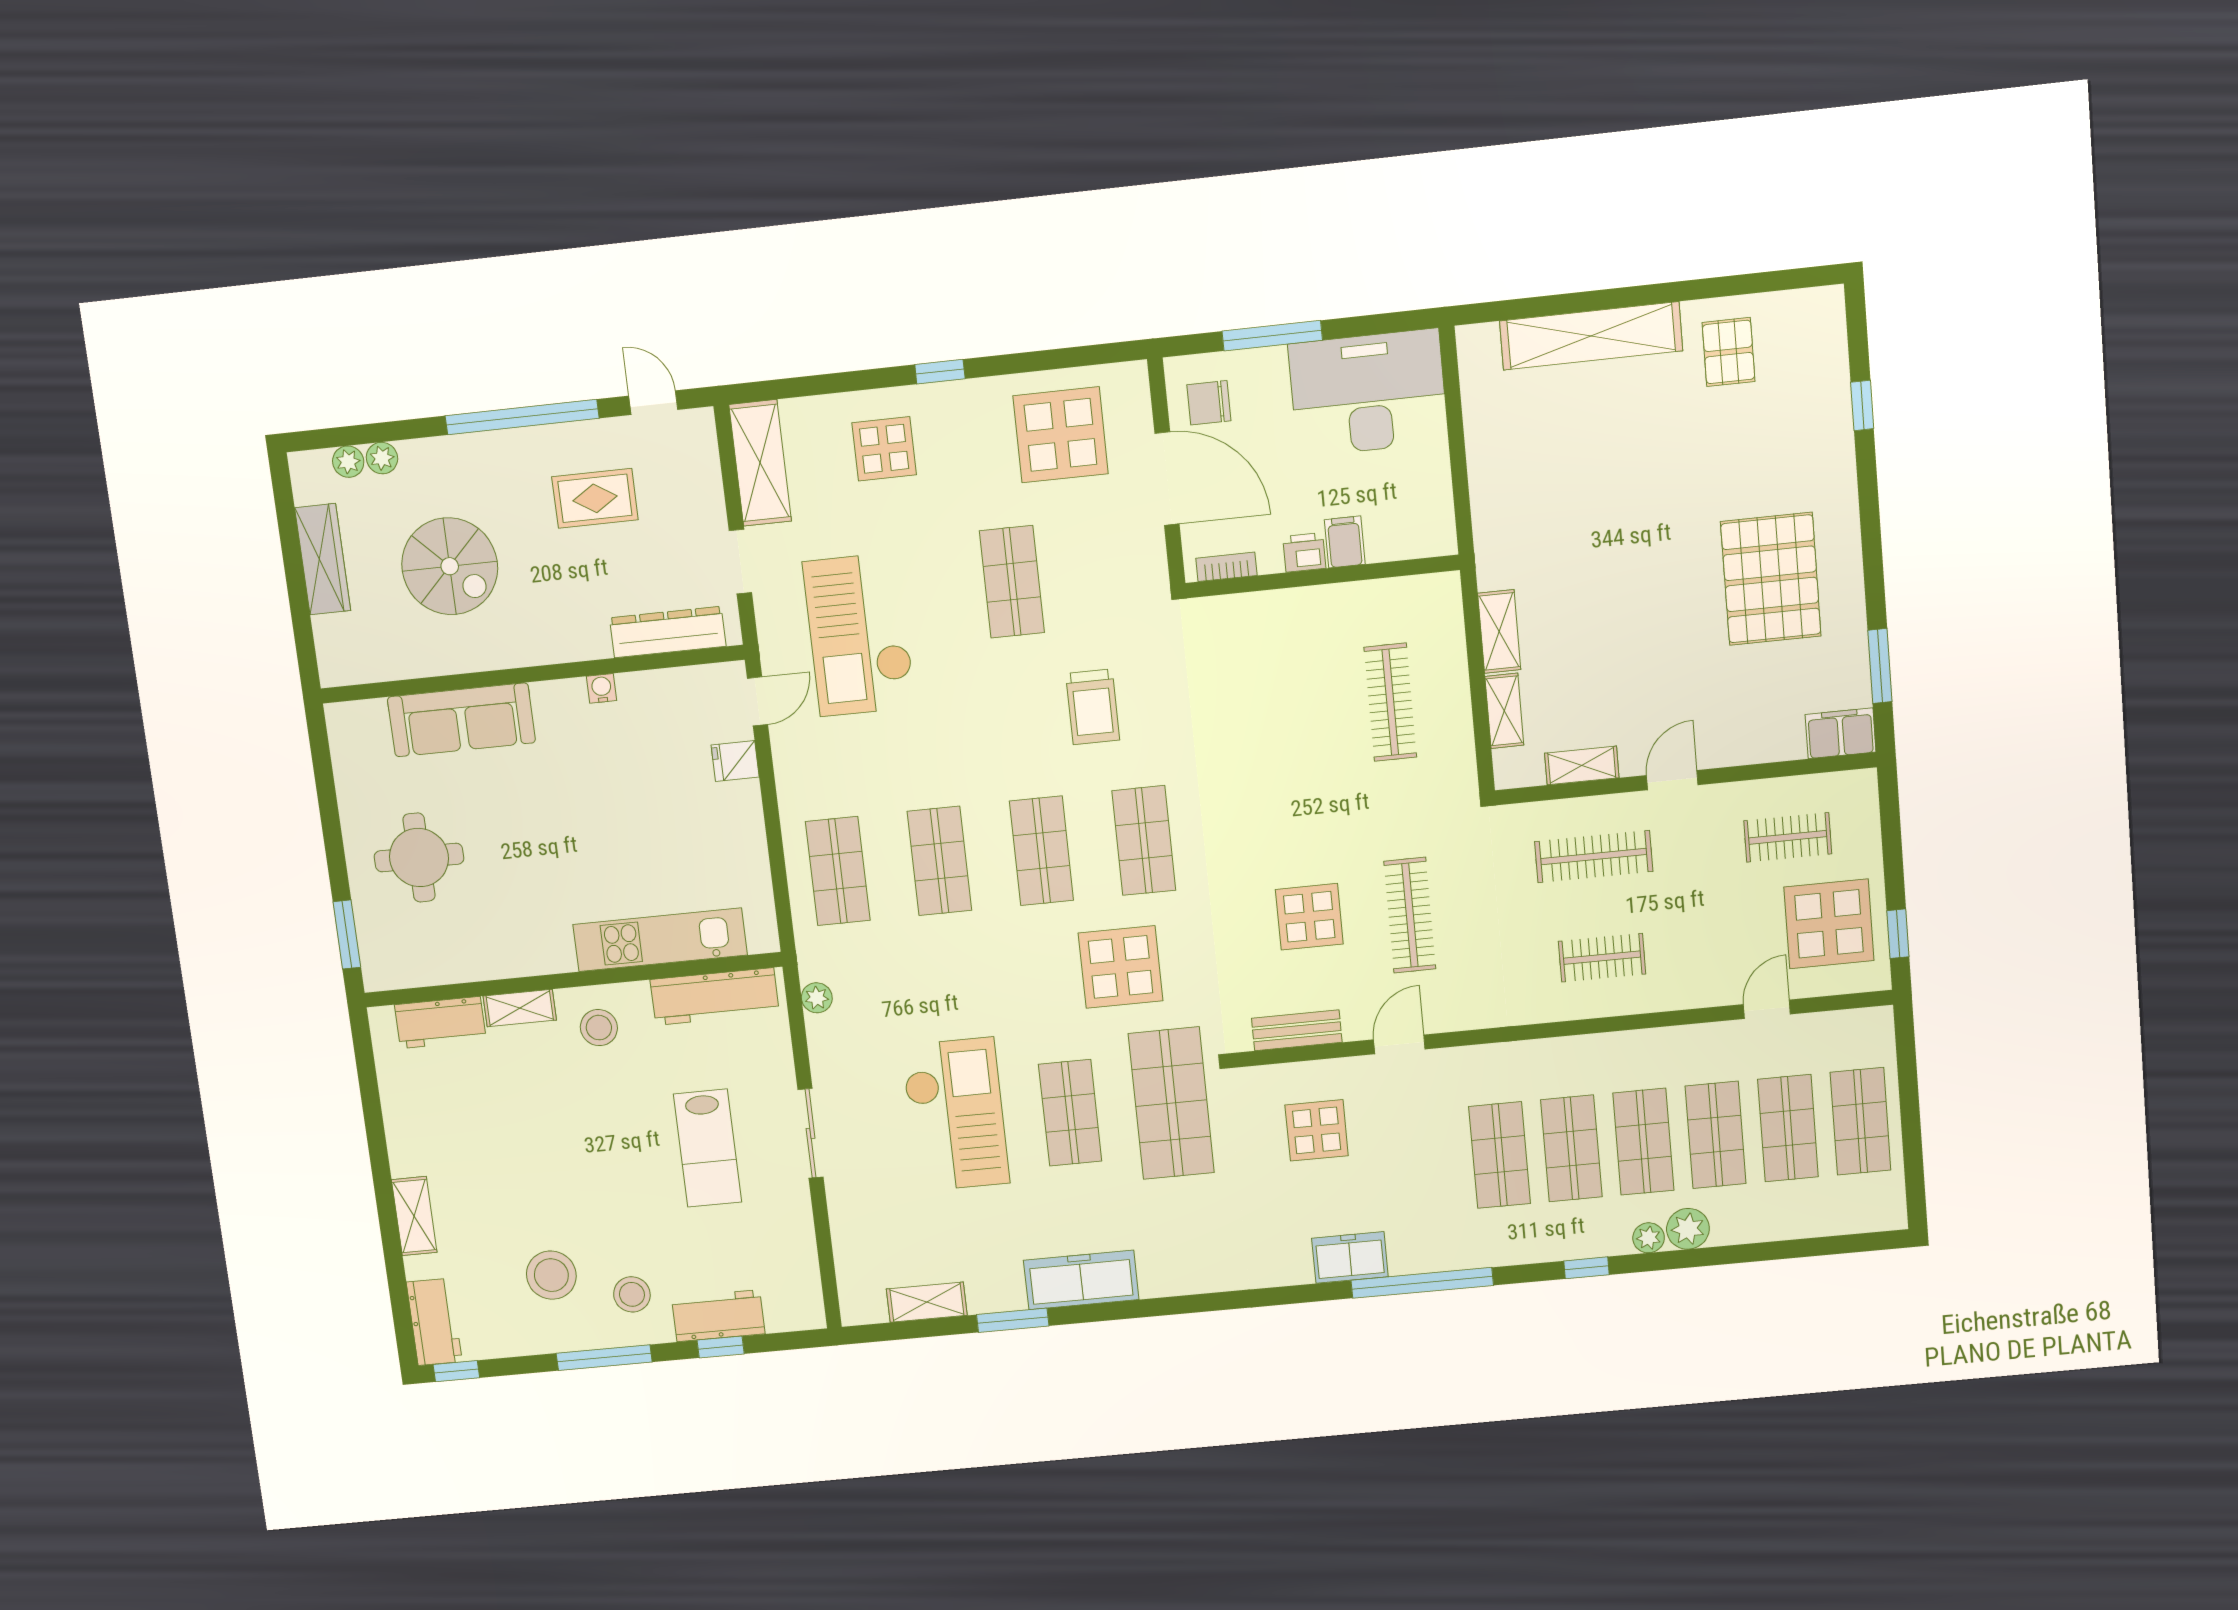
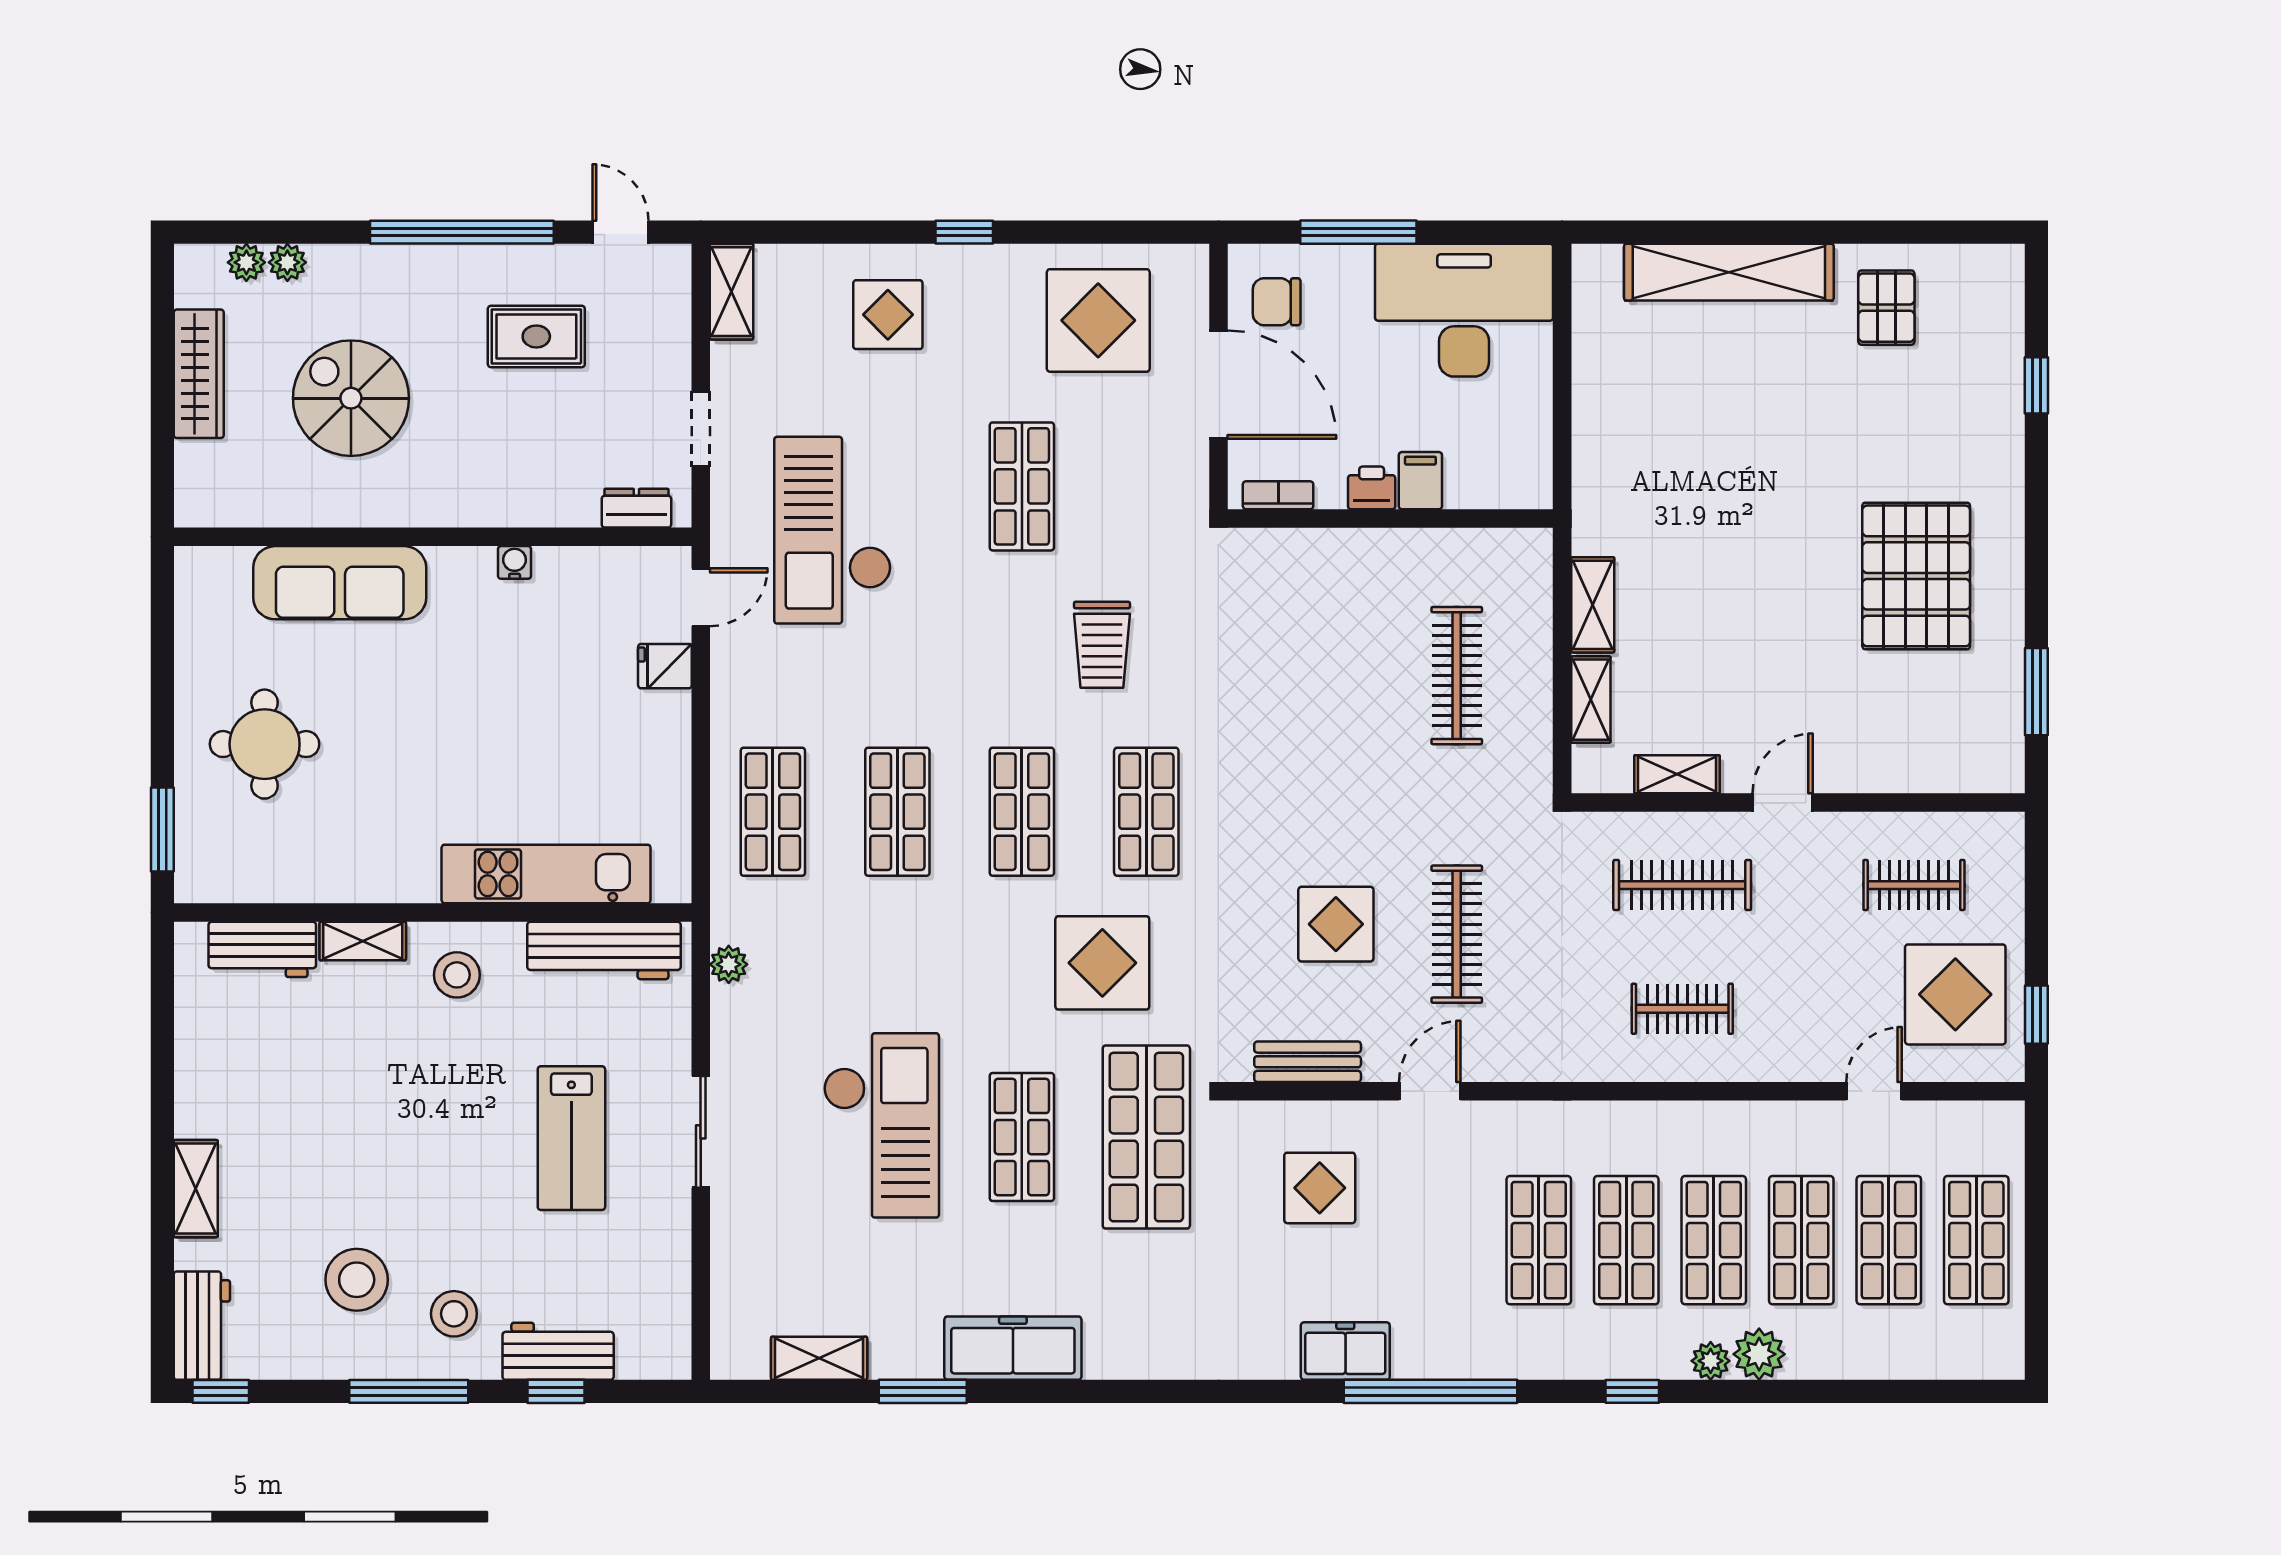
shelving: (760, 463) -> (732, 292), width x0.67, depth x0.75
spiral stairs: (450, 566) -> (351, 398), turned 180
dresser: (668, 632) -> (636, 508), width x0.51, depth x0.80
filing cabinet: (1841, 733) -> (1985, 767), removed

